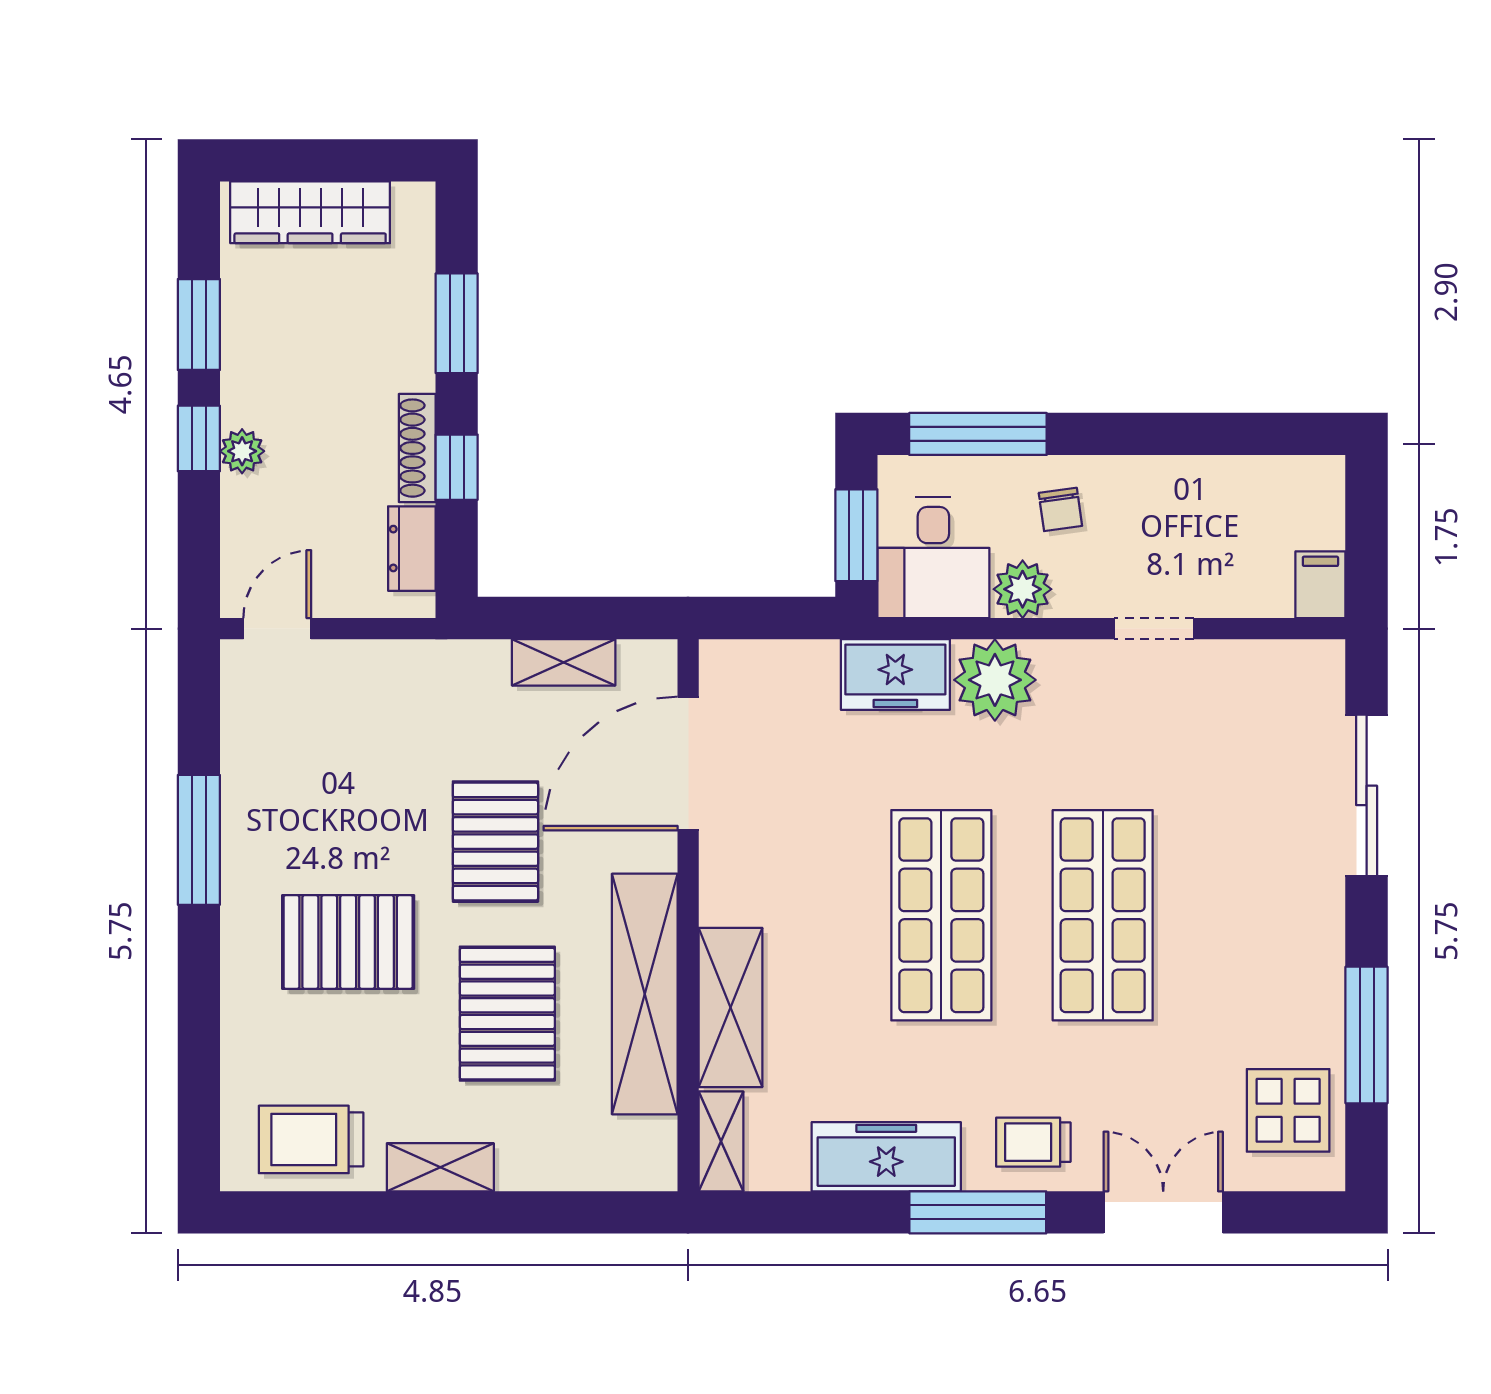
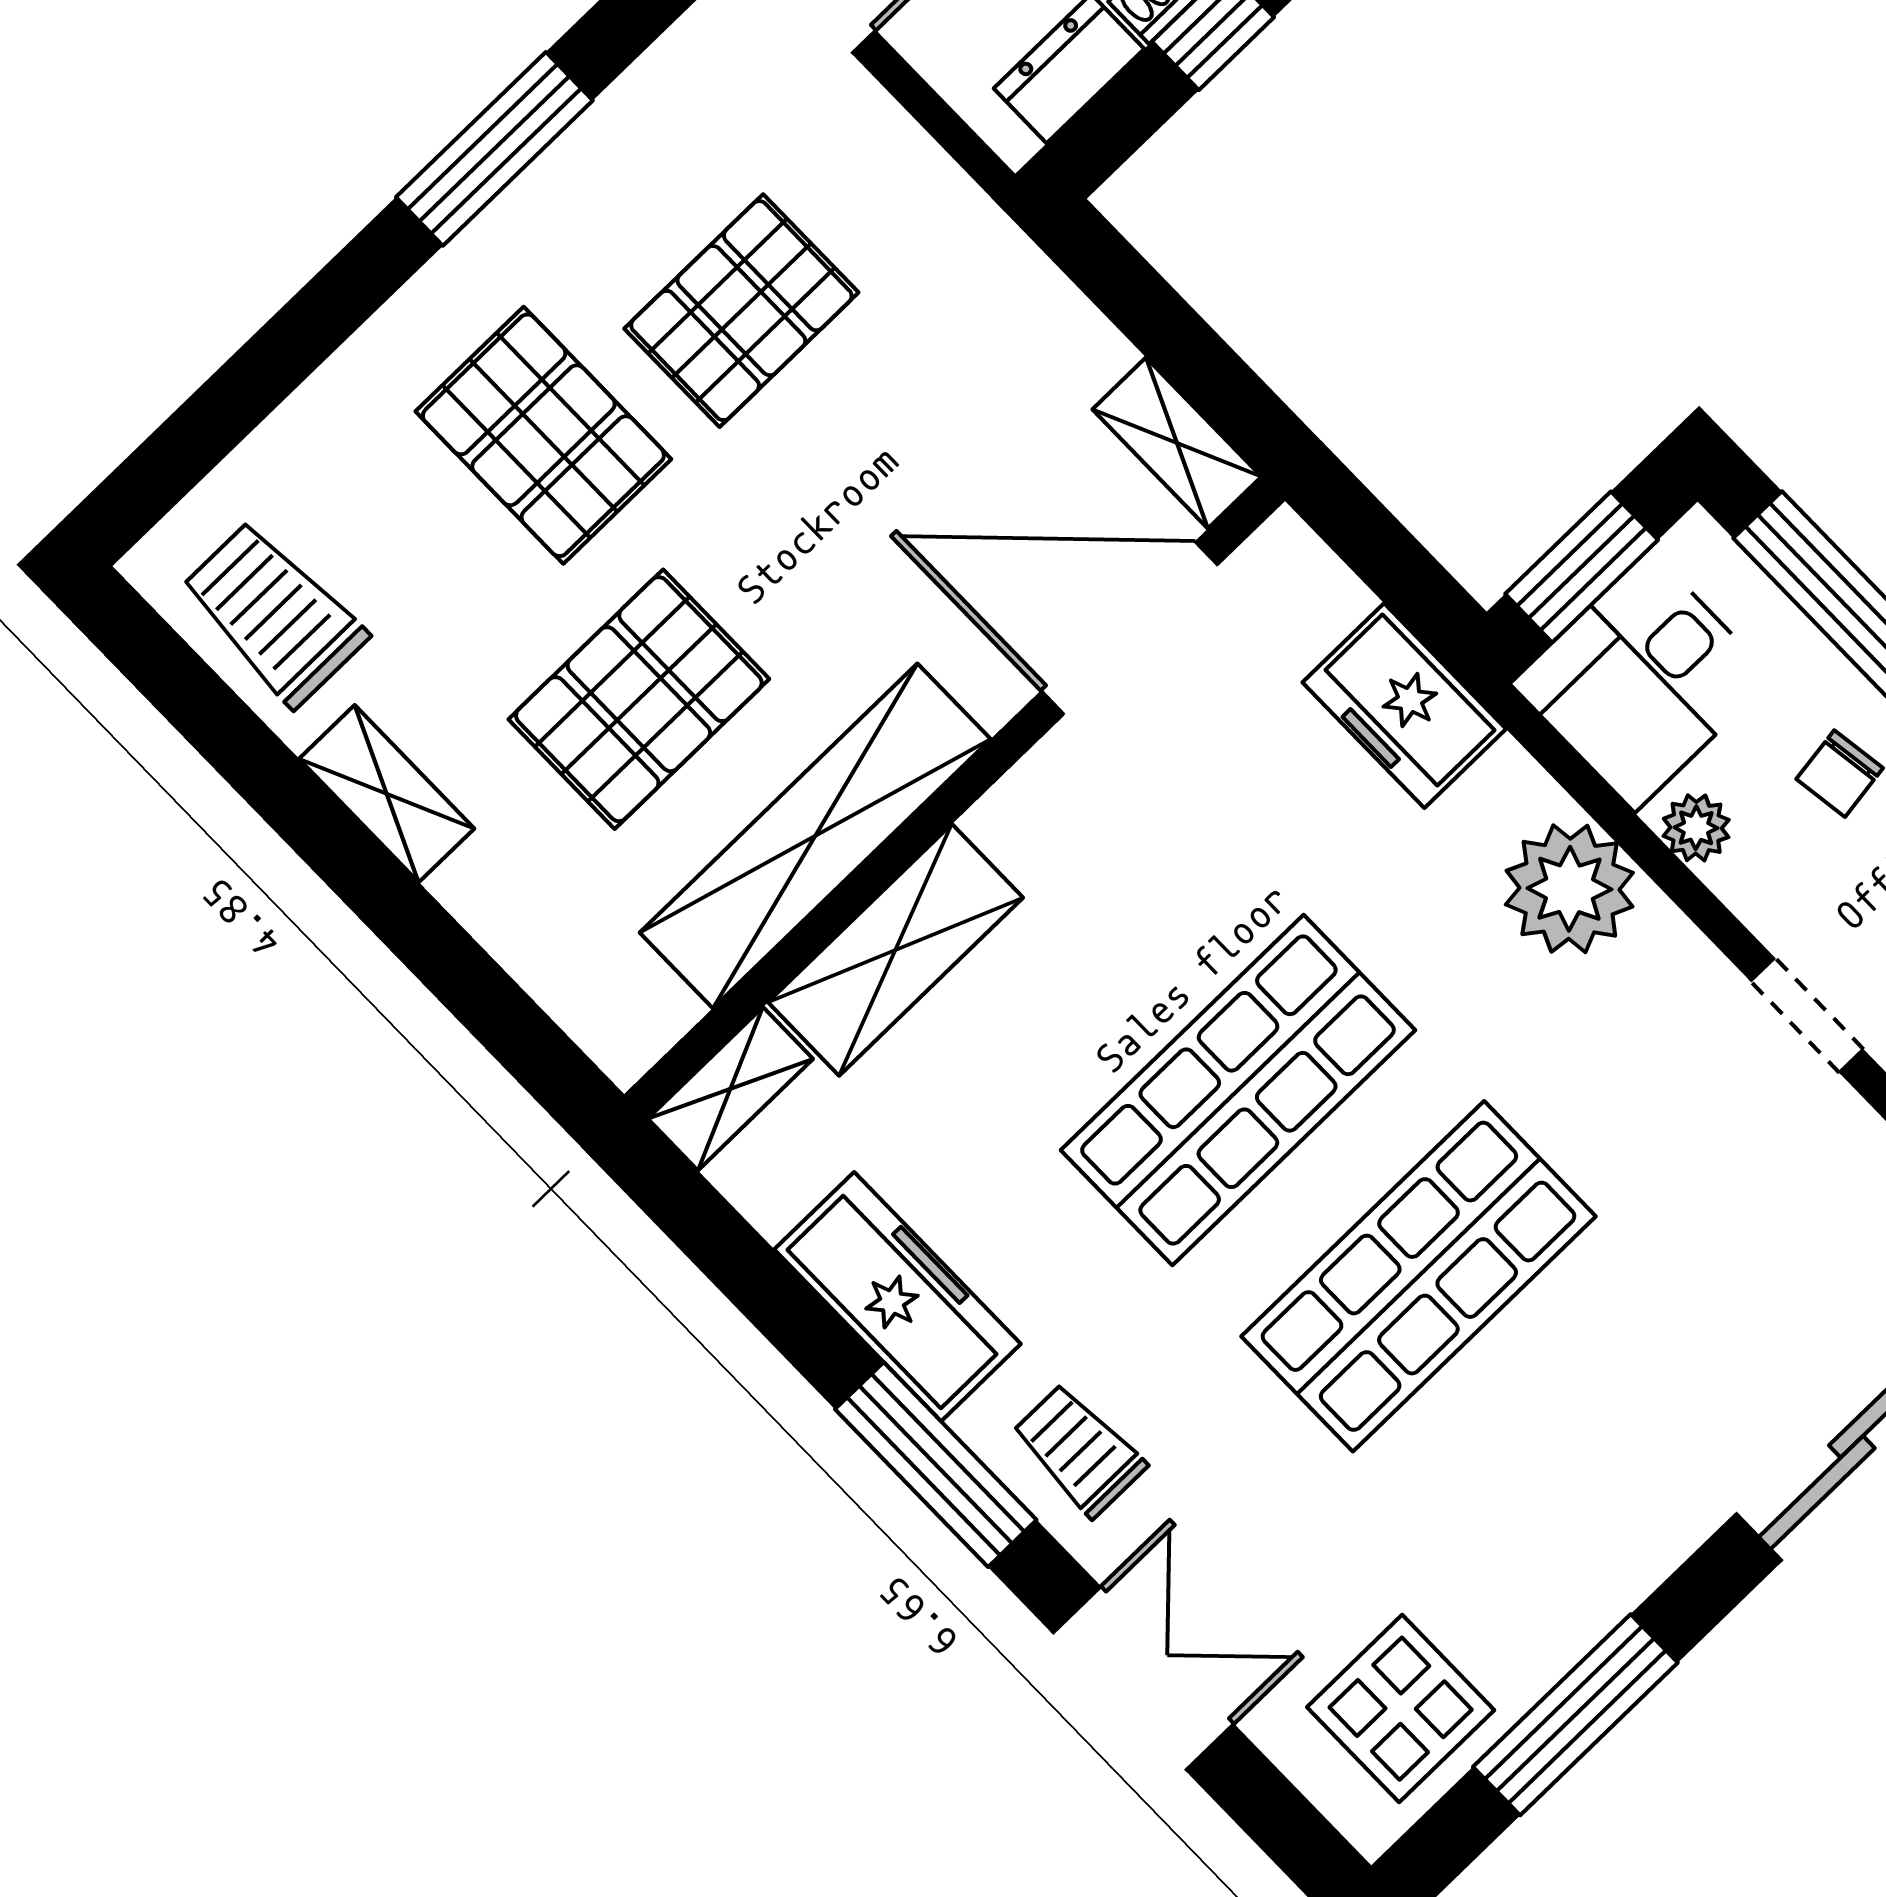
plant: (1023, 589) -> (1696, 828), width x0.73, depth x0.73
shelving: (564, 662) -> (1177, 443), moved
freezer: (895, 674) -> (1404, 706), moved
pallet: (495, 842) -> (741, 311), moved

